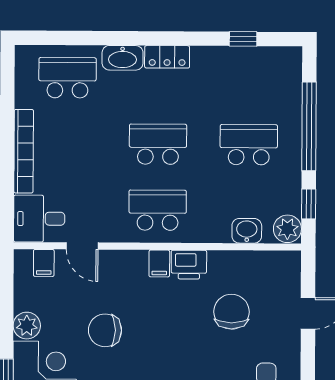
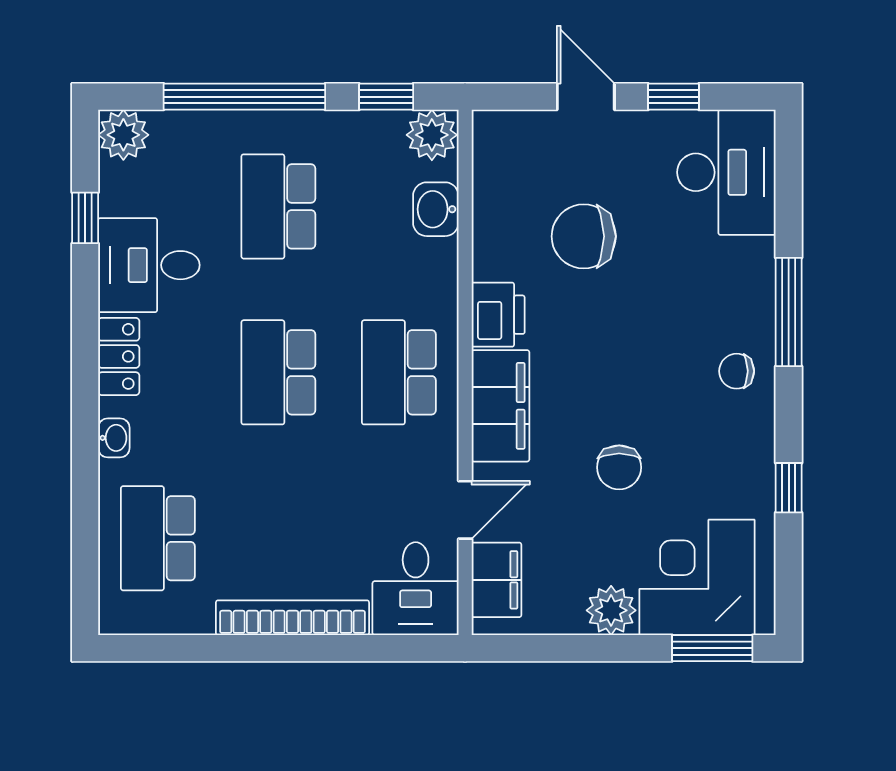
washbasin: (123, 58) -> (114, 438), width x0.52, depth x0.69
plant: (288, 60) -> (123, 135), added
desk: (217, 74) -> (149, 265), added
filing cabinet: (44, 263) -> (496, 580), width x2.00
filing cabinet: (159, 263) -> (500, 406), width x3.00, depth x1.17
chair: (105, 330) -> (619, 467), width x0.73, depth x0.73
window: (308, 361) -> (673, 97), added

